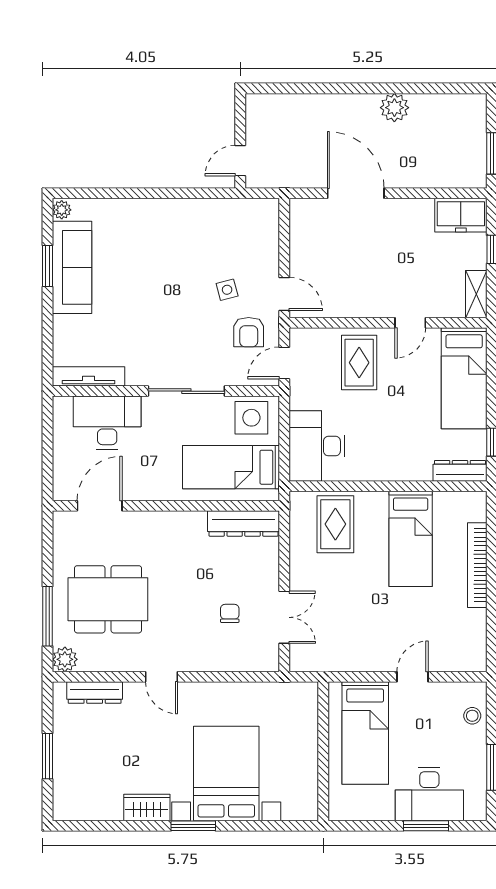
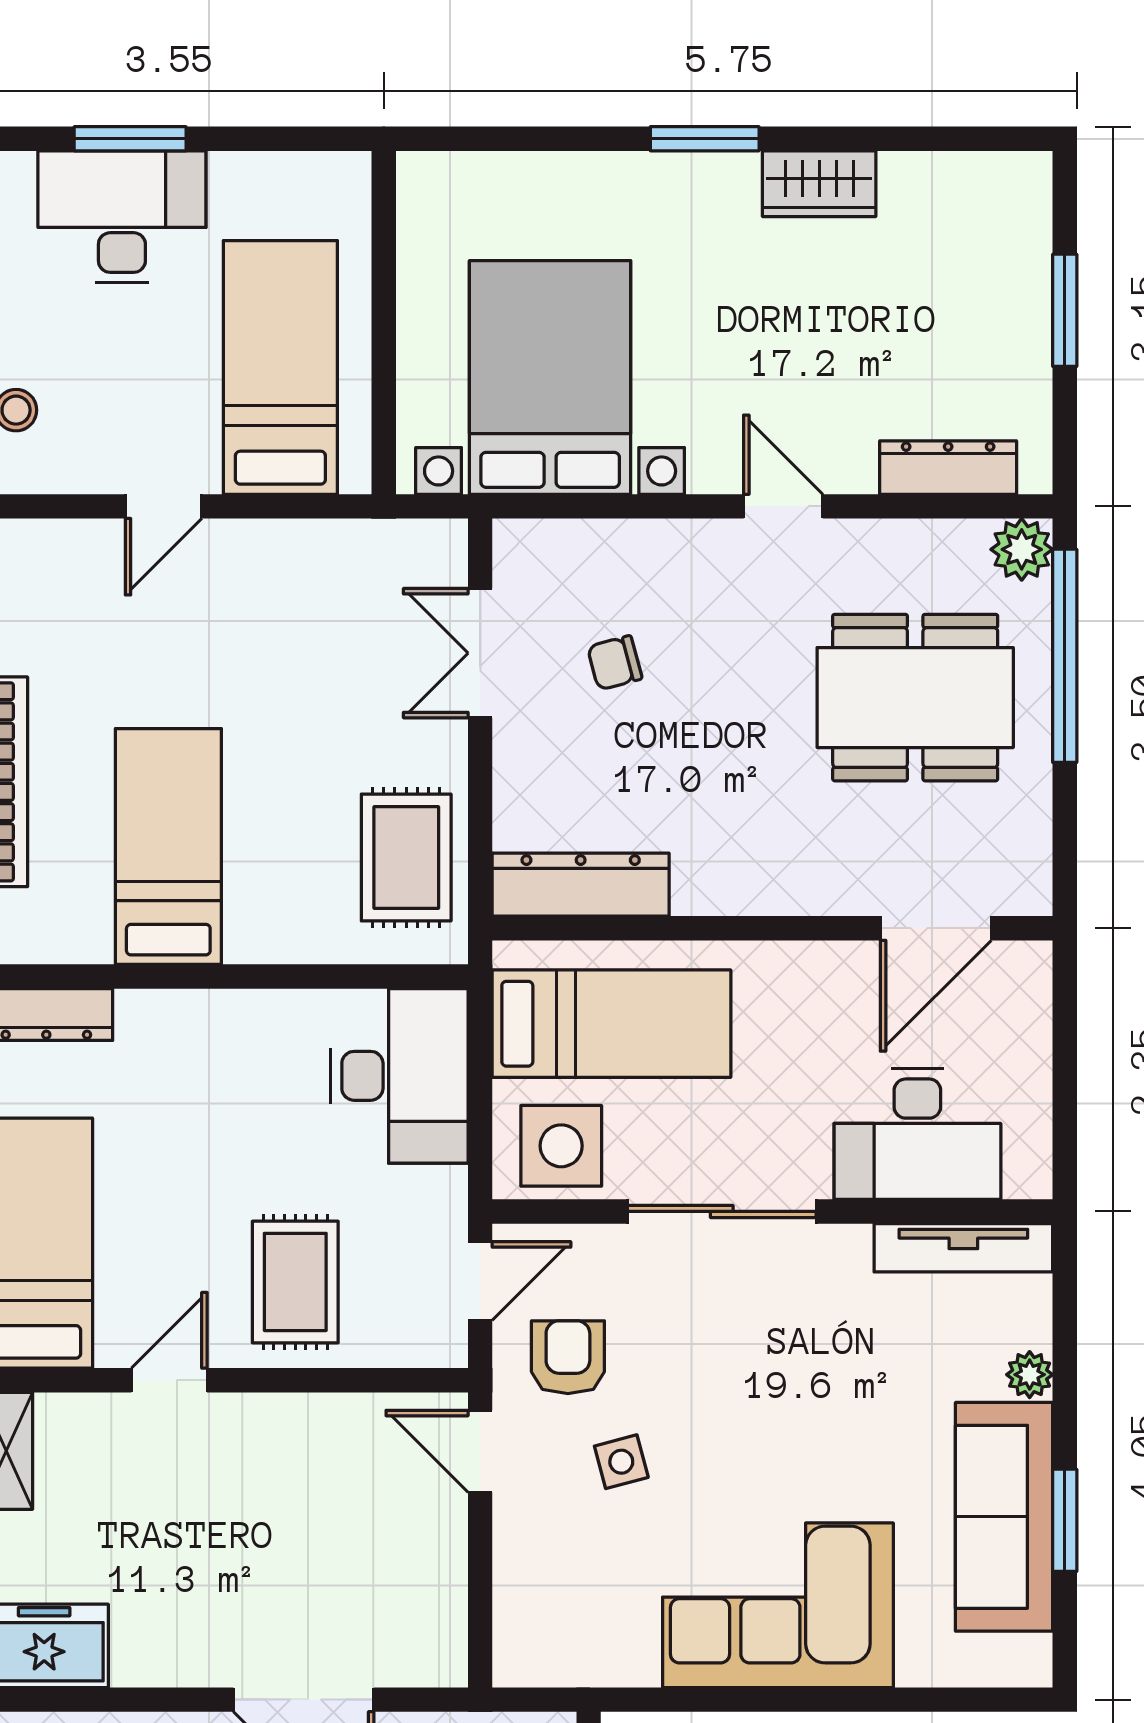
plant: (62, 210) -> (1030, 1375), moved
corner sofa: (164, 232) -> (778, 1605), added
rug: (335, 524) -> (406, 858), moved
chair: (230, 613) -> (615, 663), turned 75
window: (47, 616) -> (1065, 656), width x1.46
bed with nightstands: (226, 773) -> (550, 377), moved, turned 180

